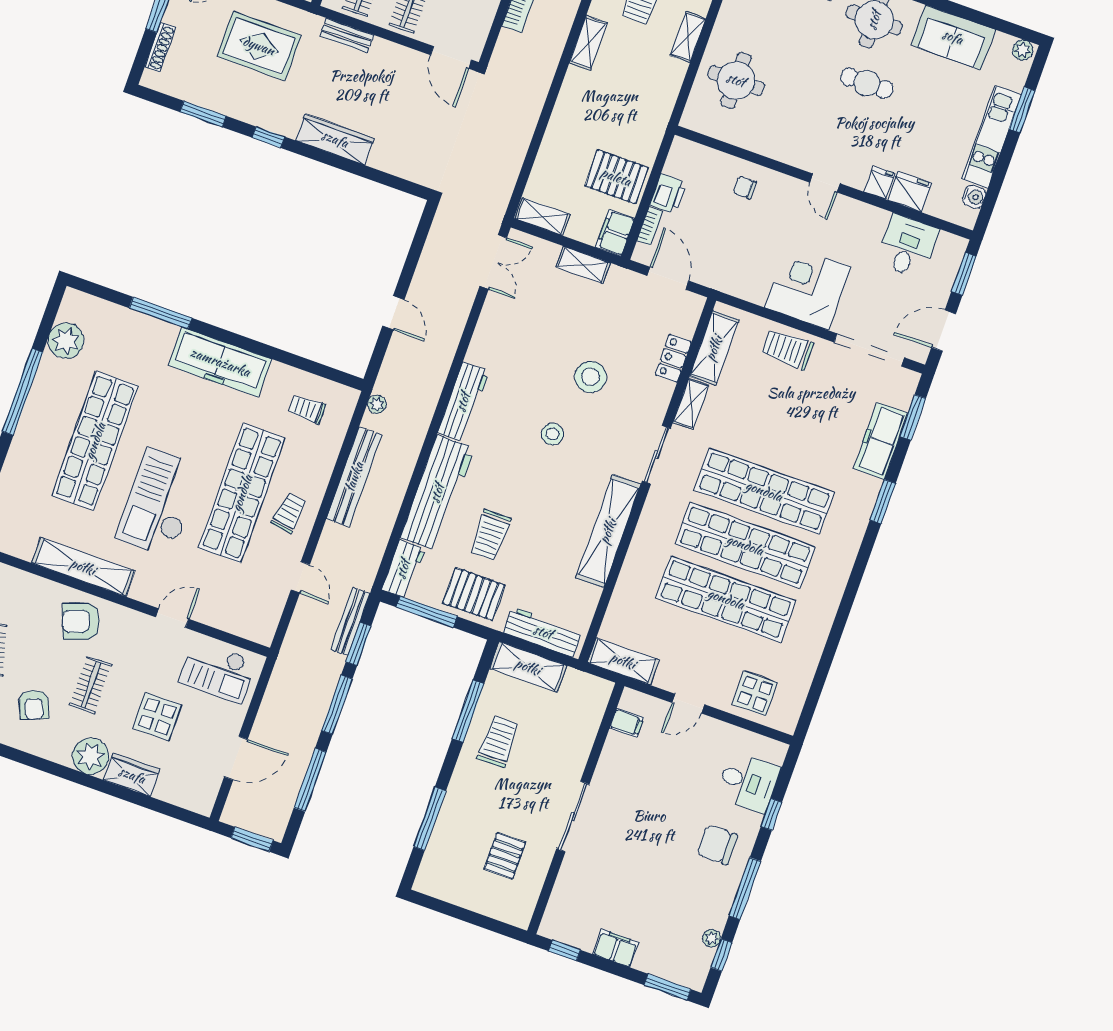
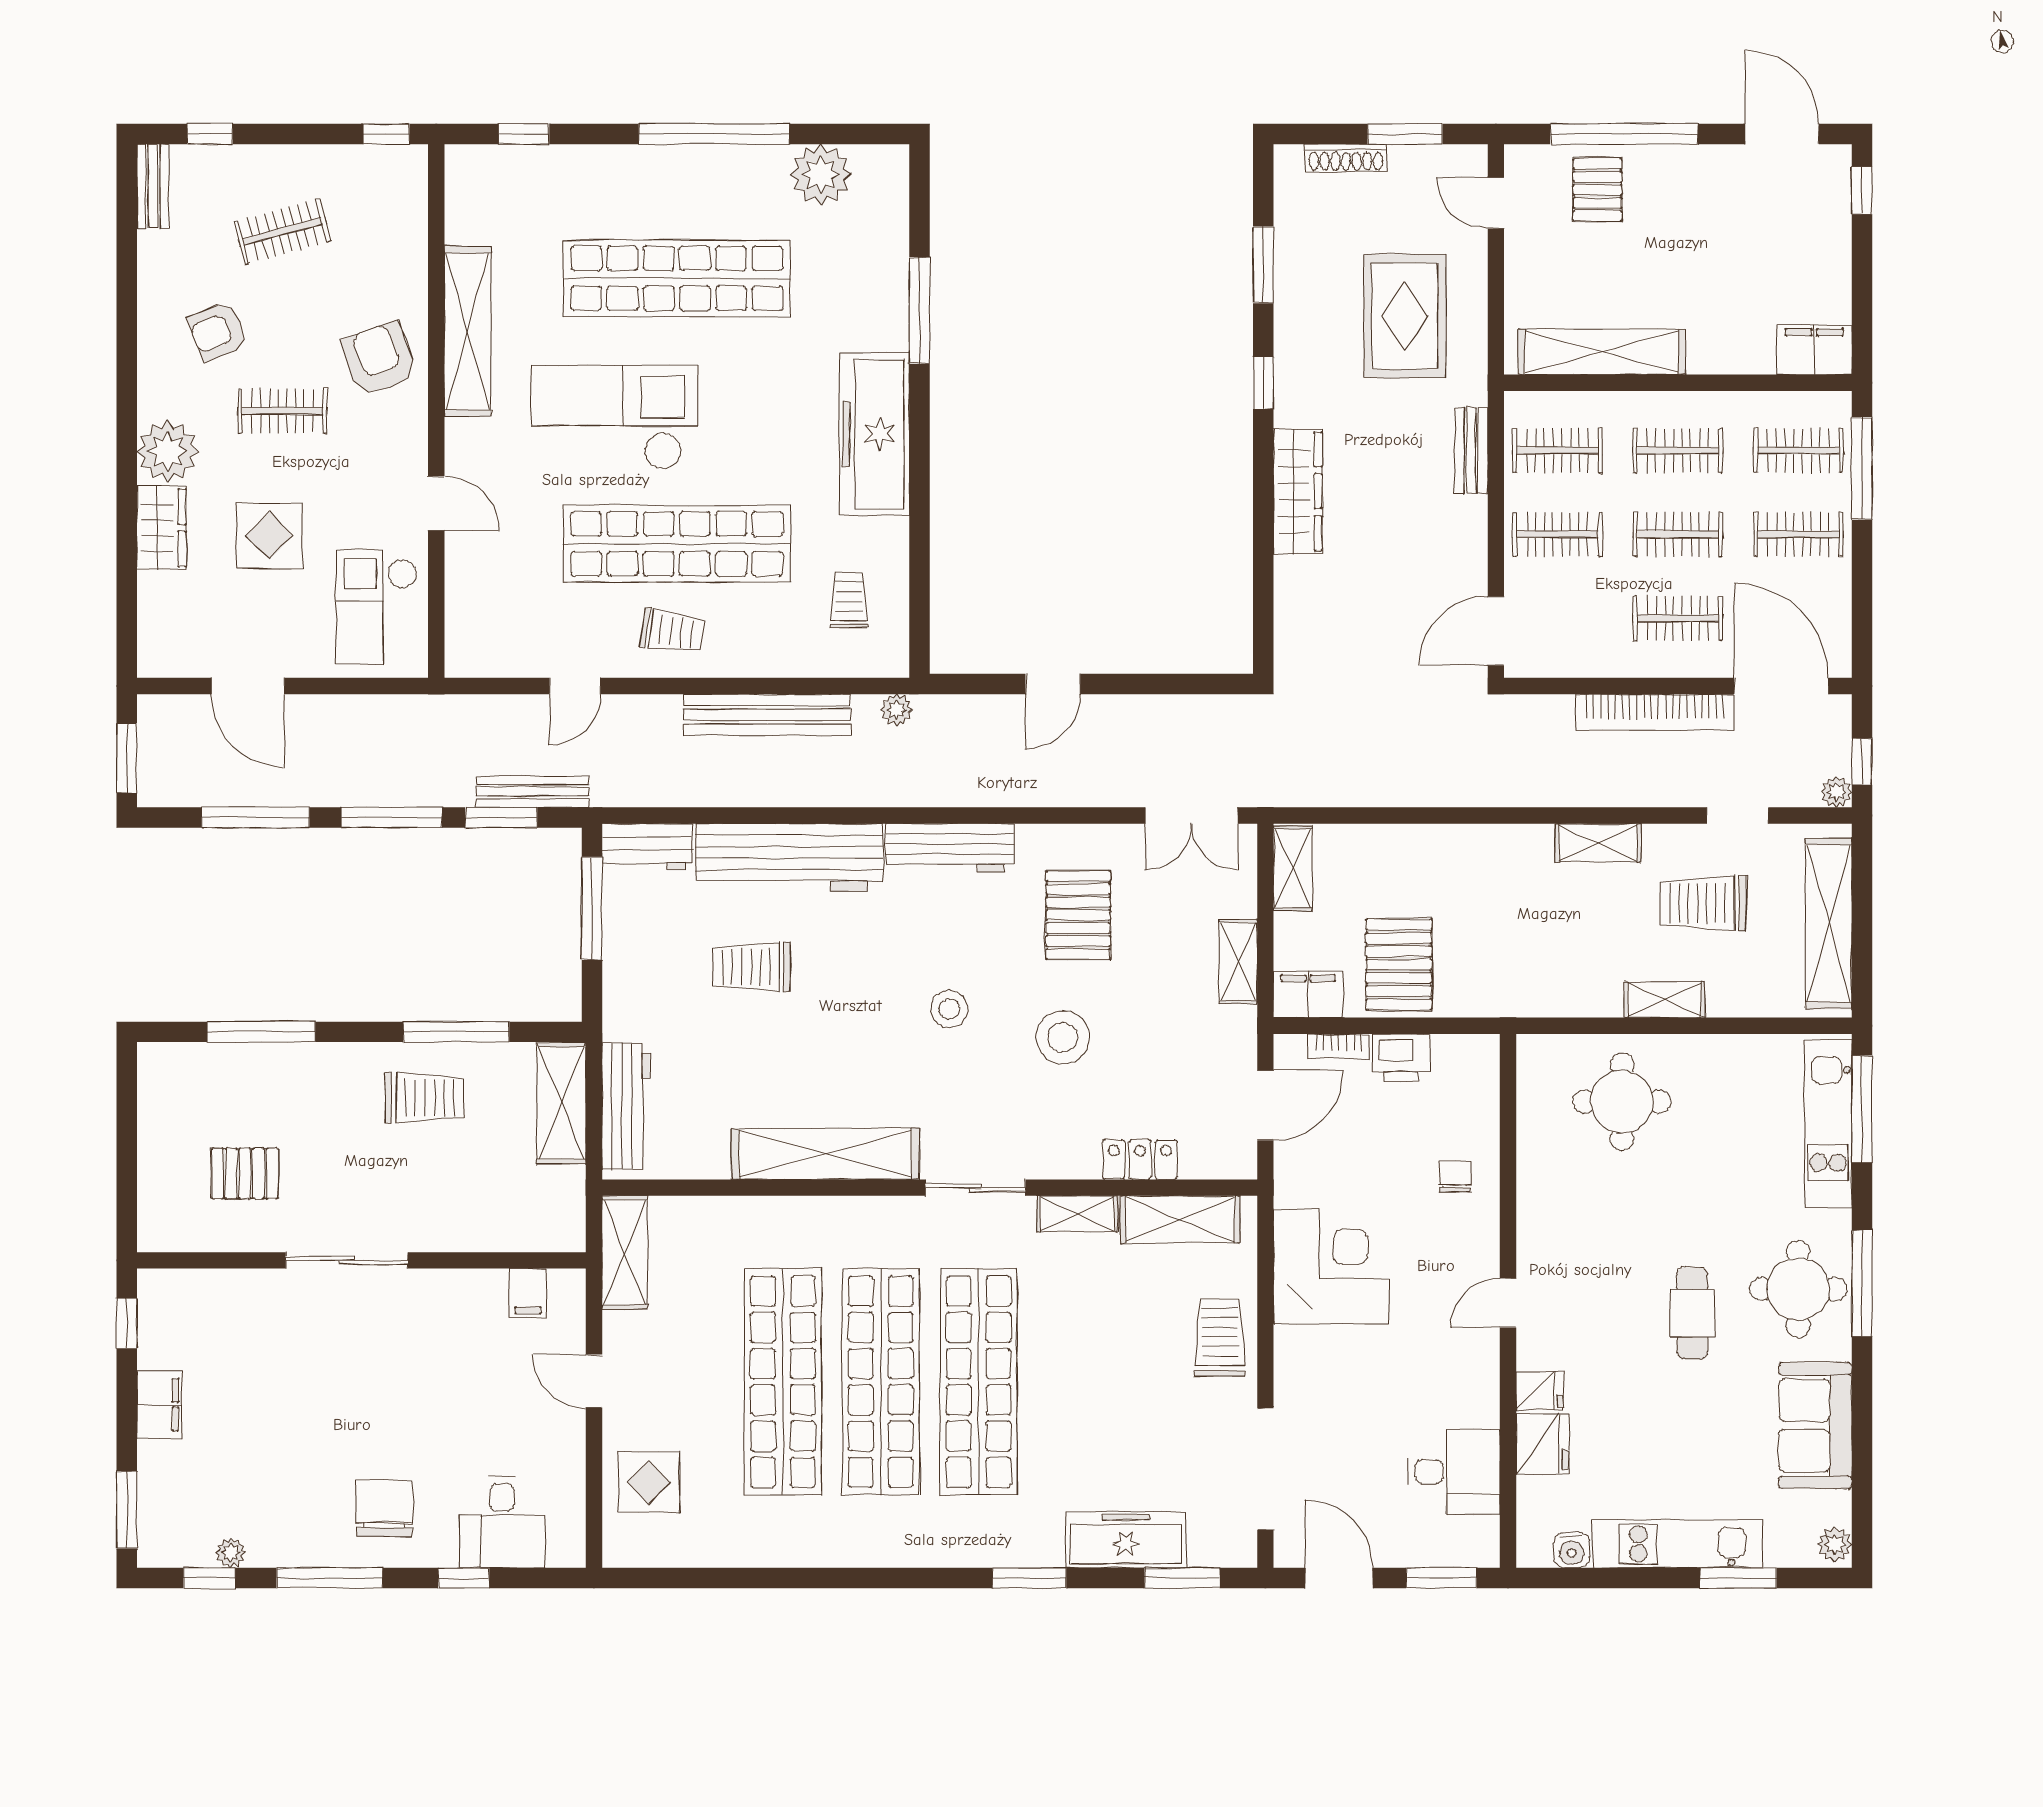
corner desk: (808, 287) -> (1331, 1266), moved
pallet: (474, 594) -> (1078, 915), moved

